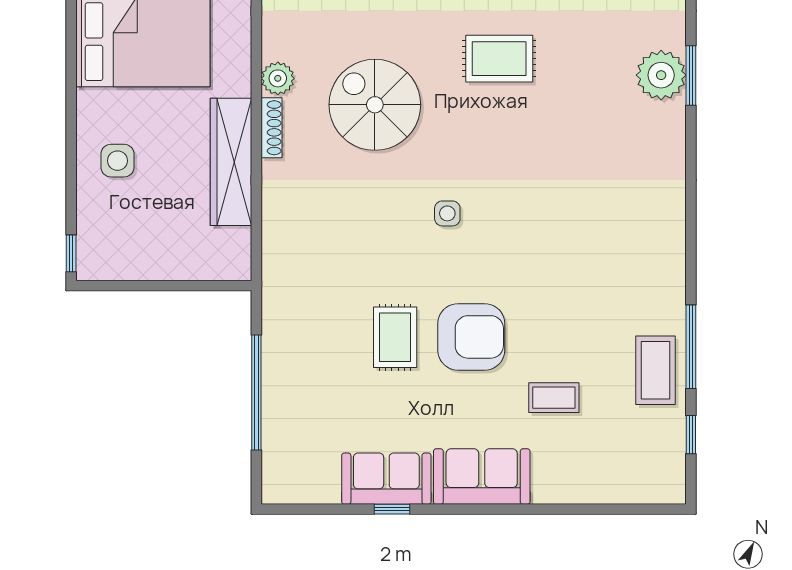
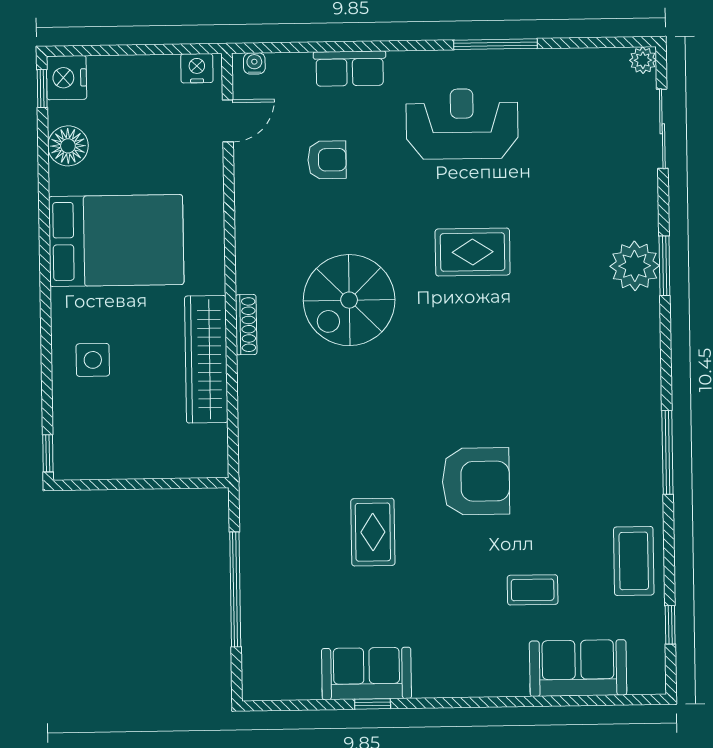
plant: (278, 78) -> (252, 275), removed
spiral stairs: (375, 105) -> (349, 300), turned -90
side table: (447, 213) -> (423, 407), removed
armchair: (471, 337) -> (476, 481), moved
window: (691, 347) -> (667, 452), moved
sofa: (482, 477) -> (578, 668), moved

